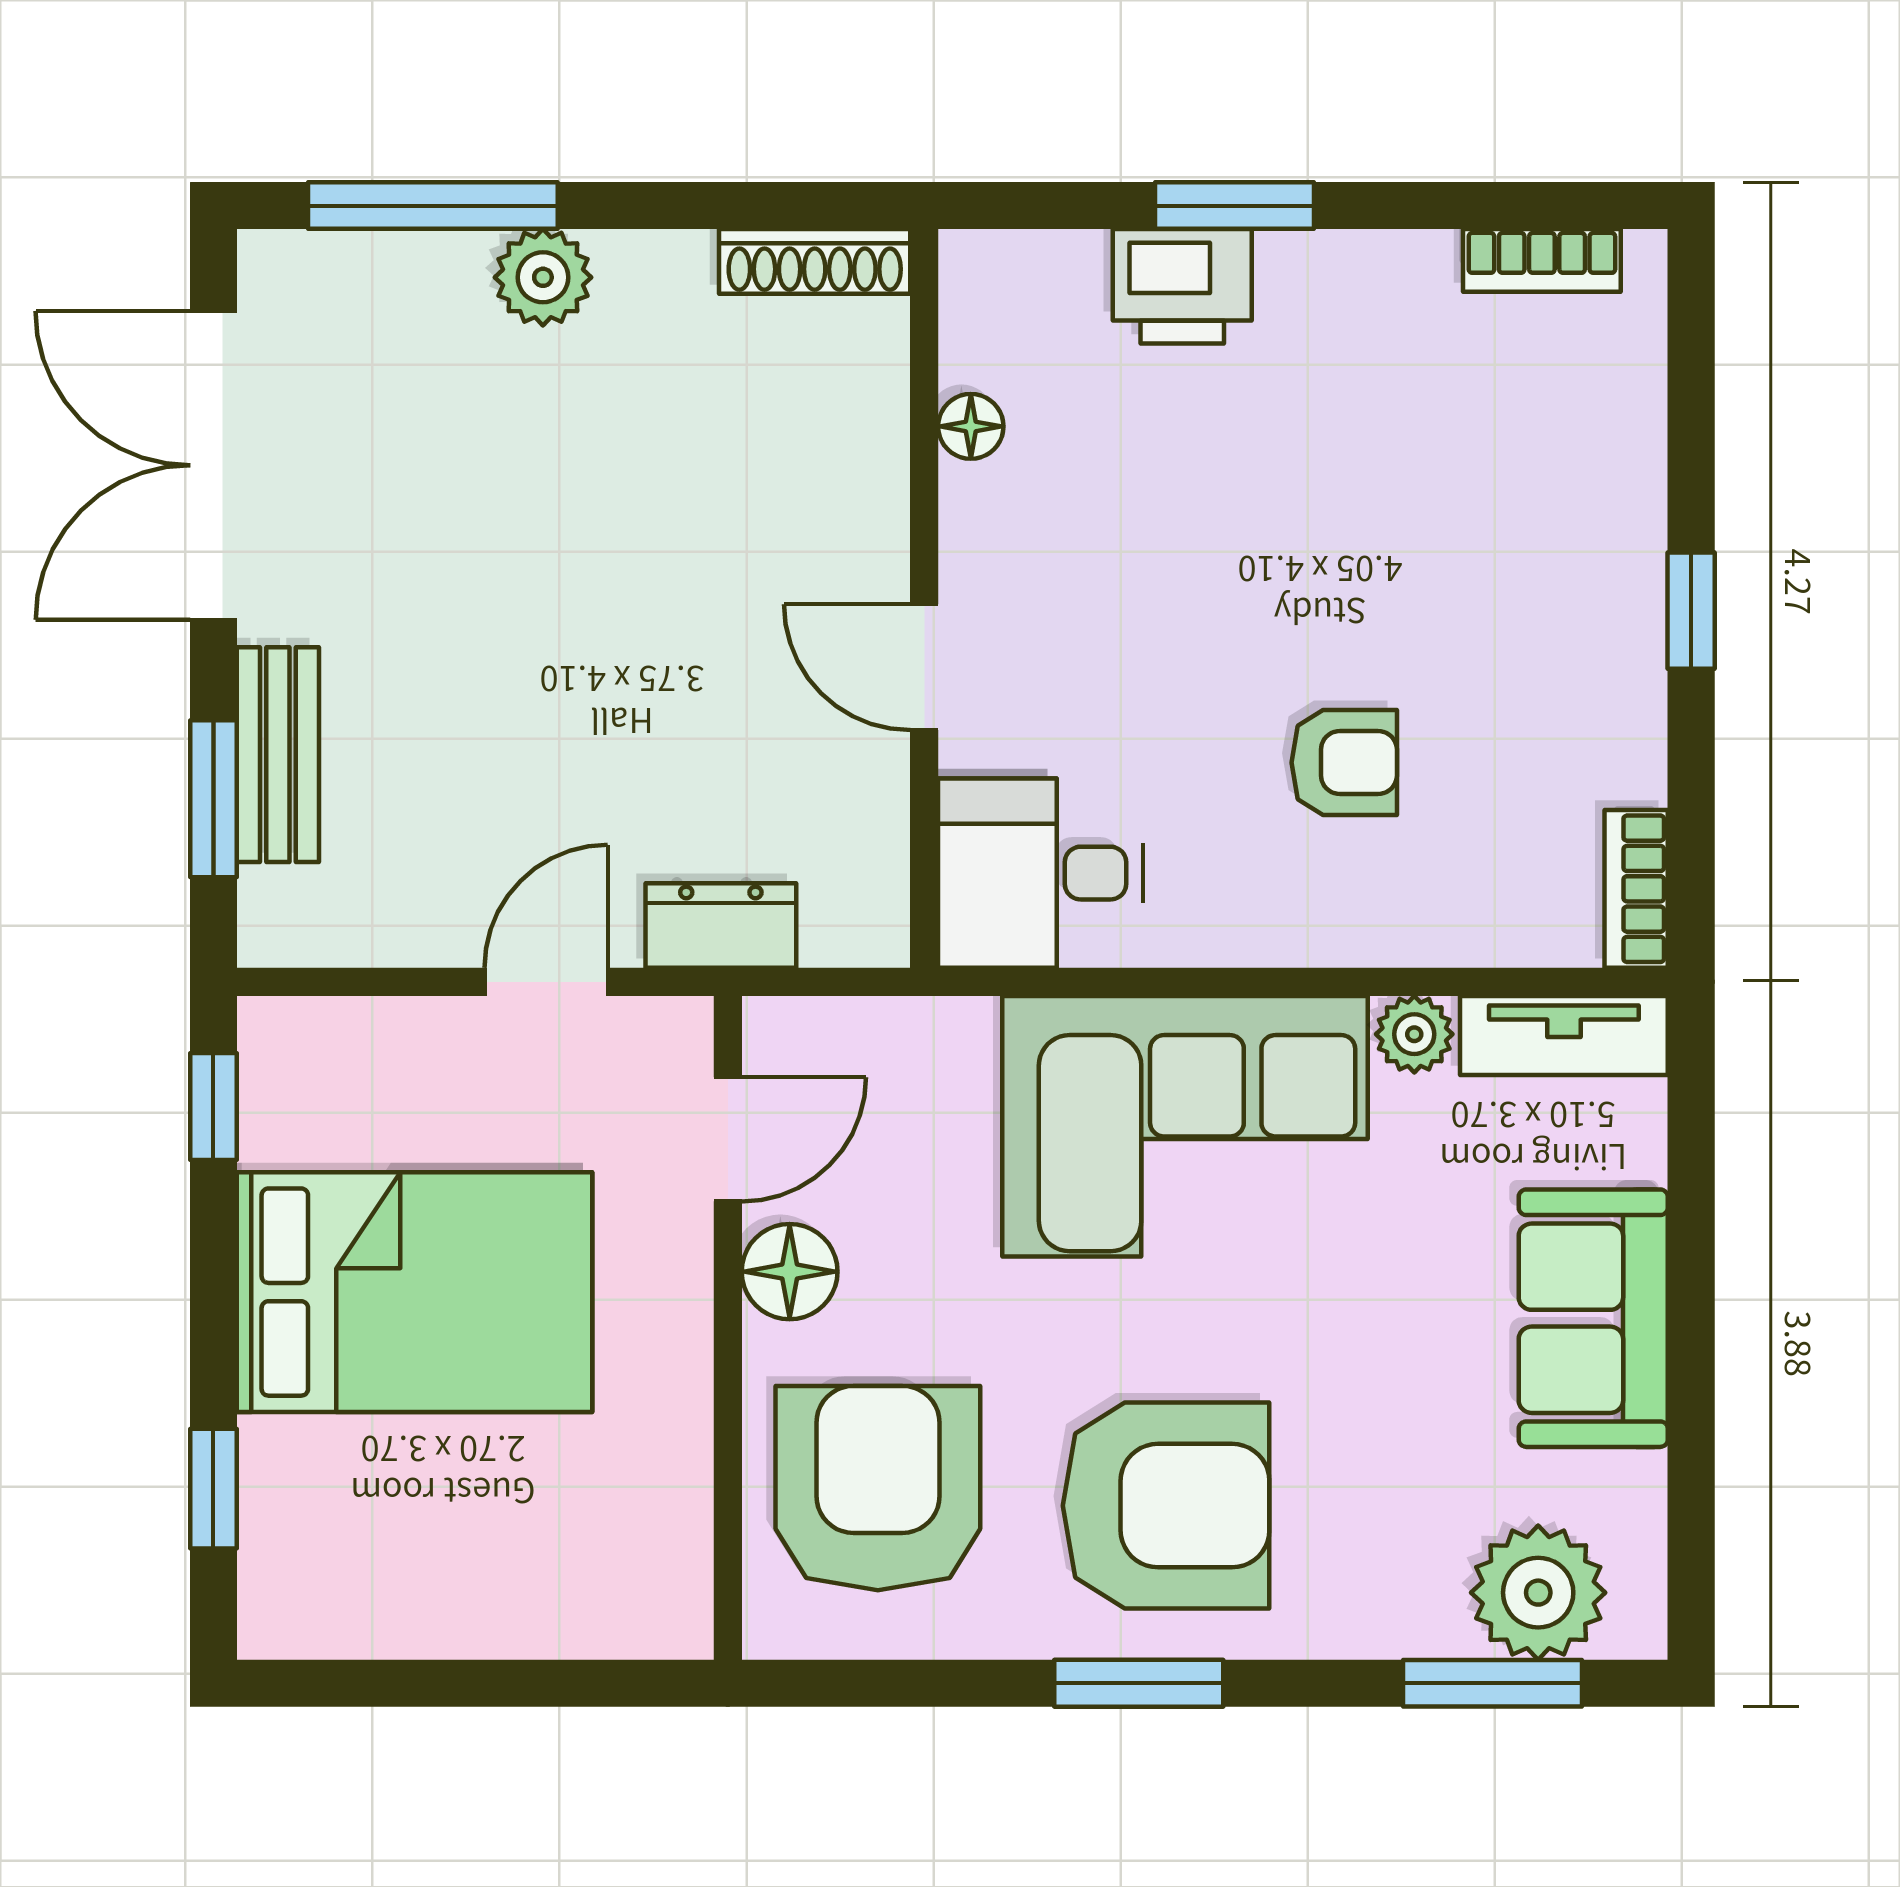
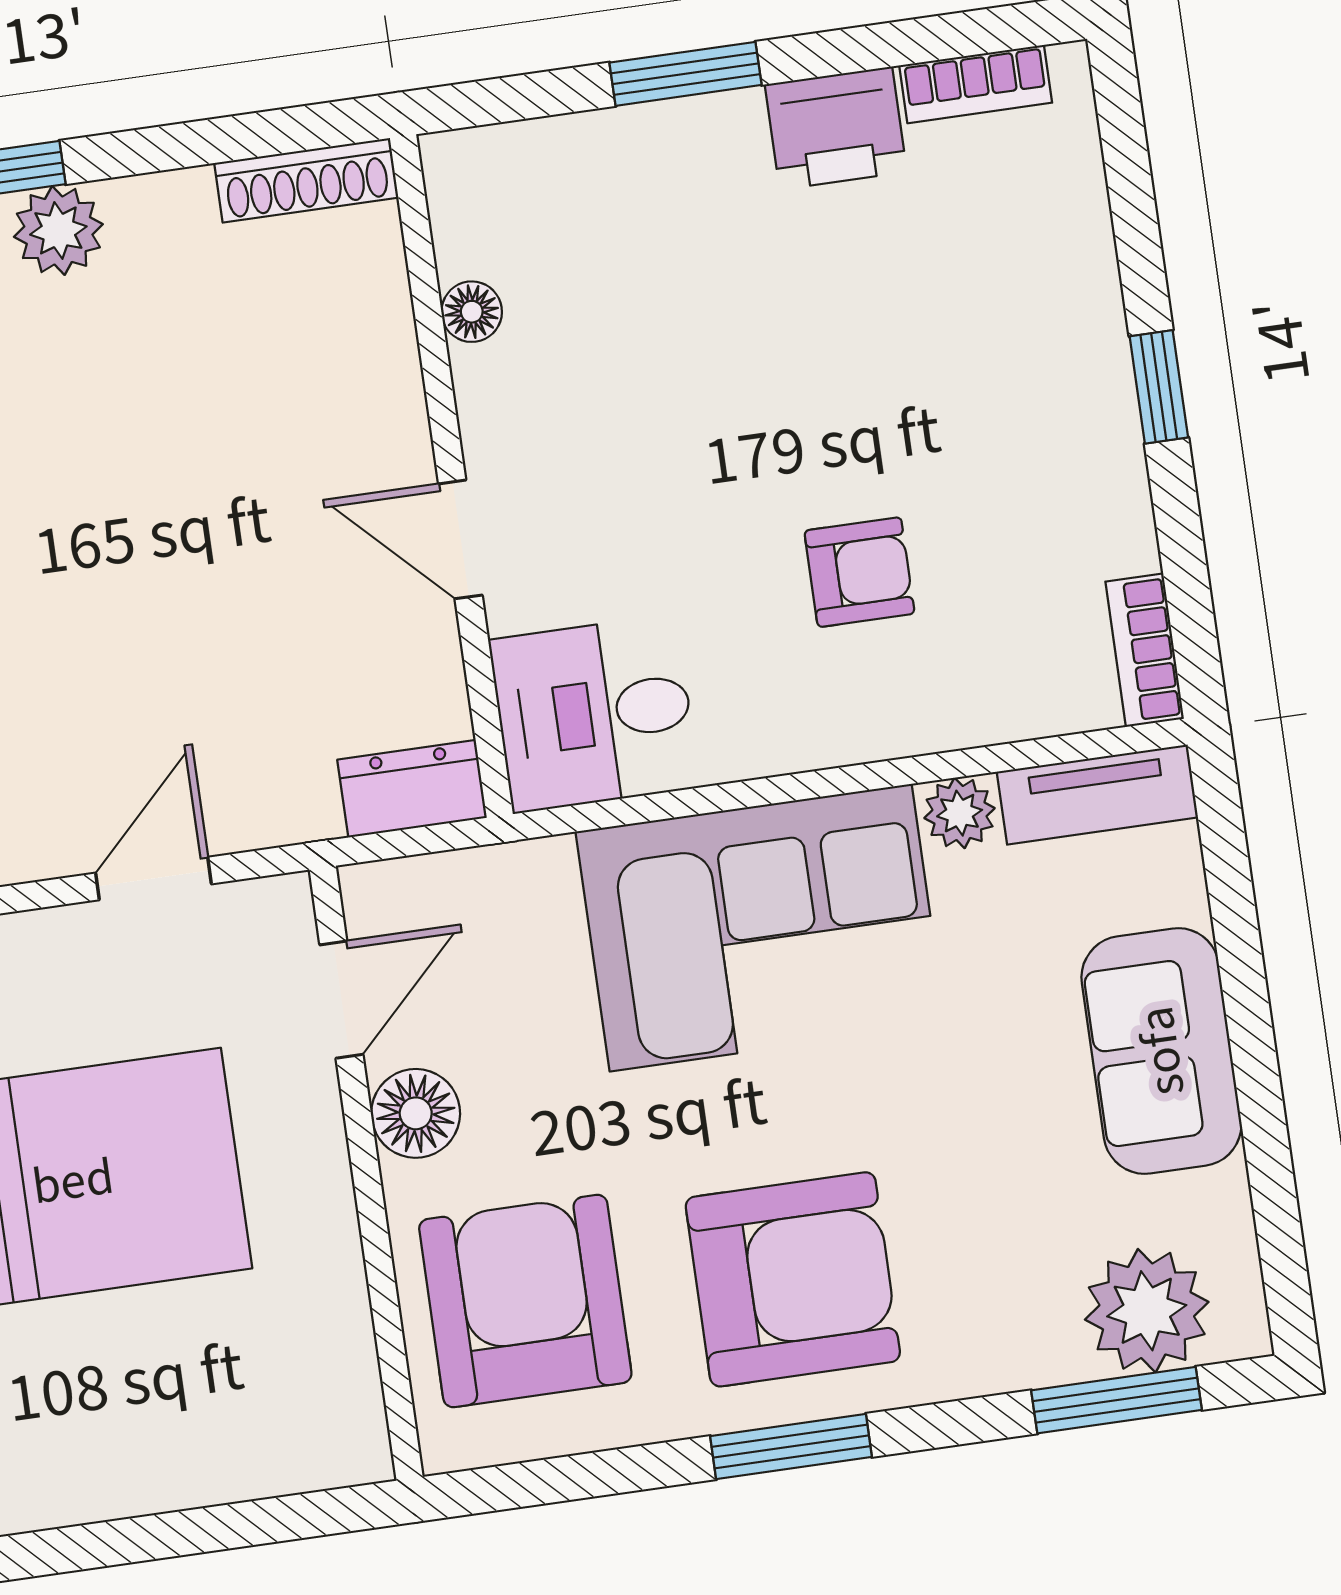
printer: (1182, 286) -> (836, 128), moved
dresser: (721, 925) -> (412, 789), moved

